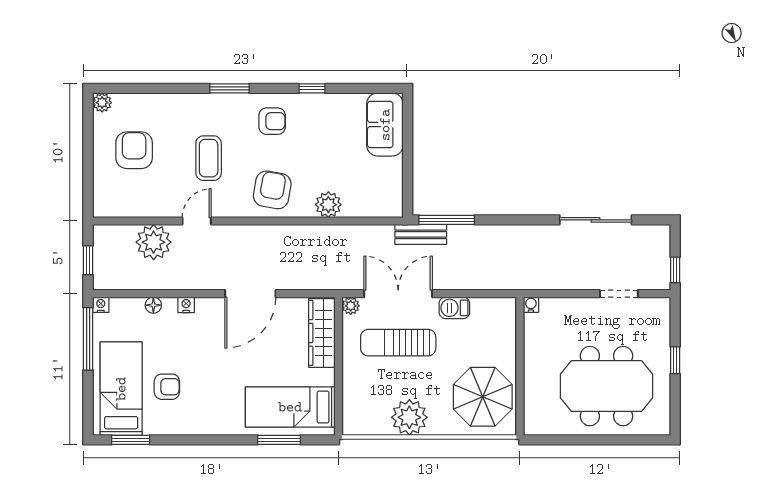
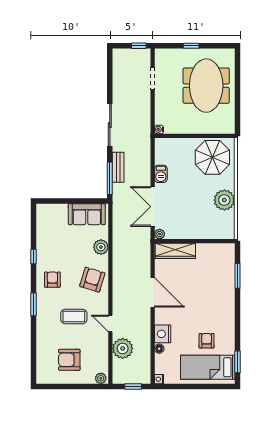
plant: (102, 103) -> (101, 378), moved
sofa: (385, 125) -> (87, 214), moved
armchair: (272, 190) -> (92, 280), turned 97
sliding door: (596, 220) -> (110, 125), moved
bench: (421, 234) -> (118, 167), moved
nightstand: (186, 305) -> (163, 334), width x1.89, depth x1.79
window: (88, 339) -> (179, 387), removed
sun lounger: (398, 343) -> (181, 206), removed
bed: (290, 407) -> (218, 269), removed

